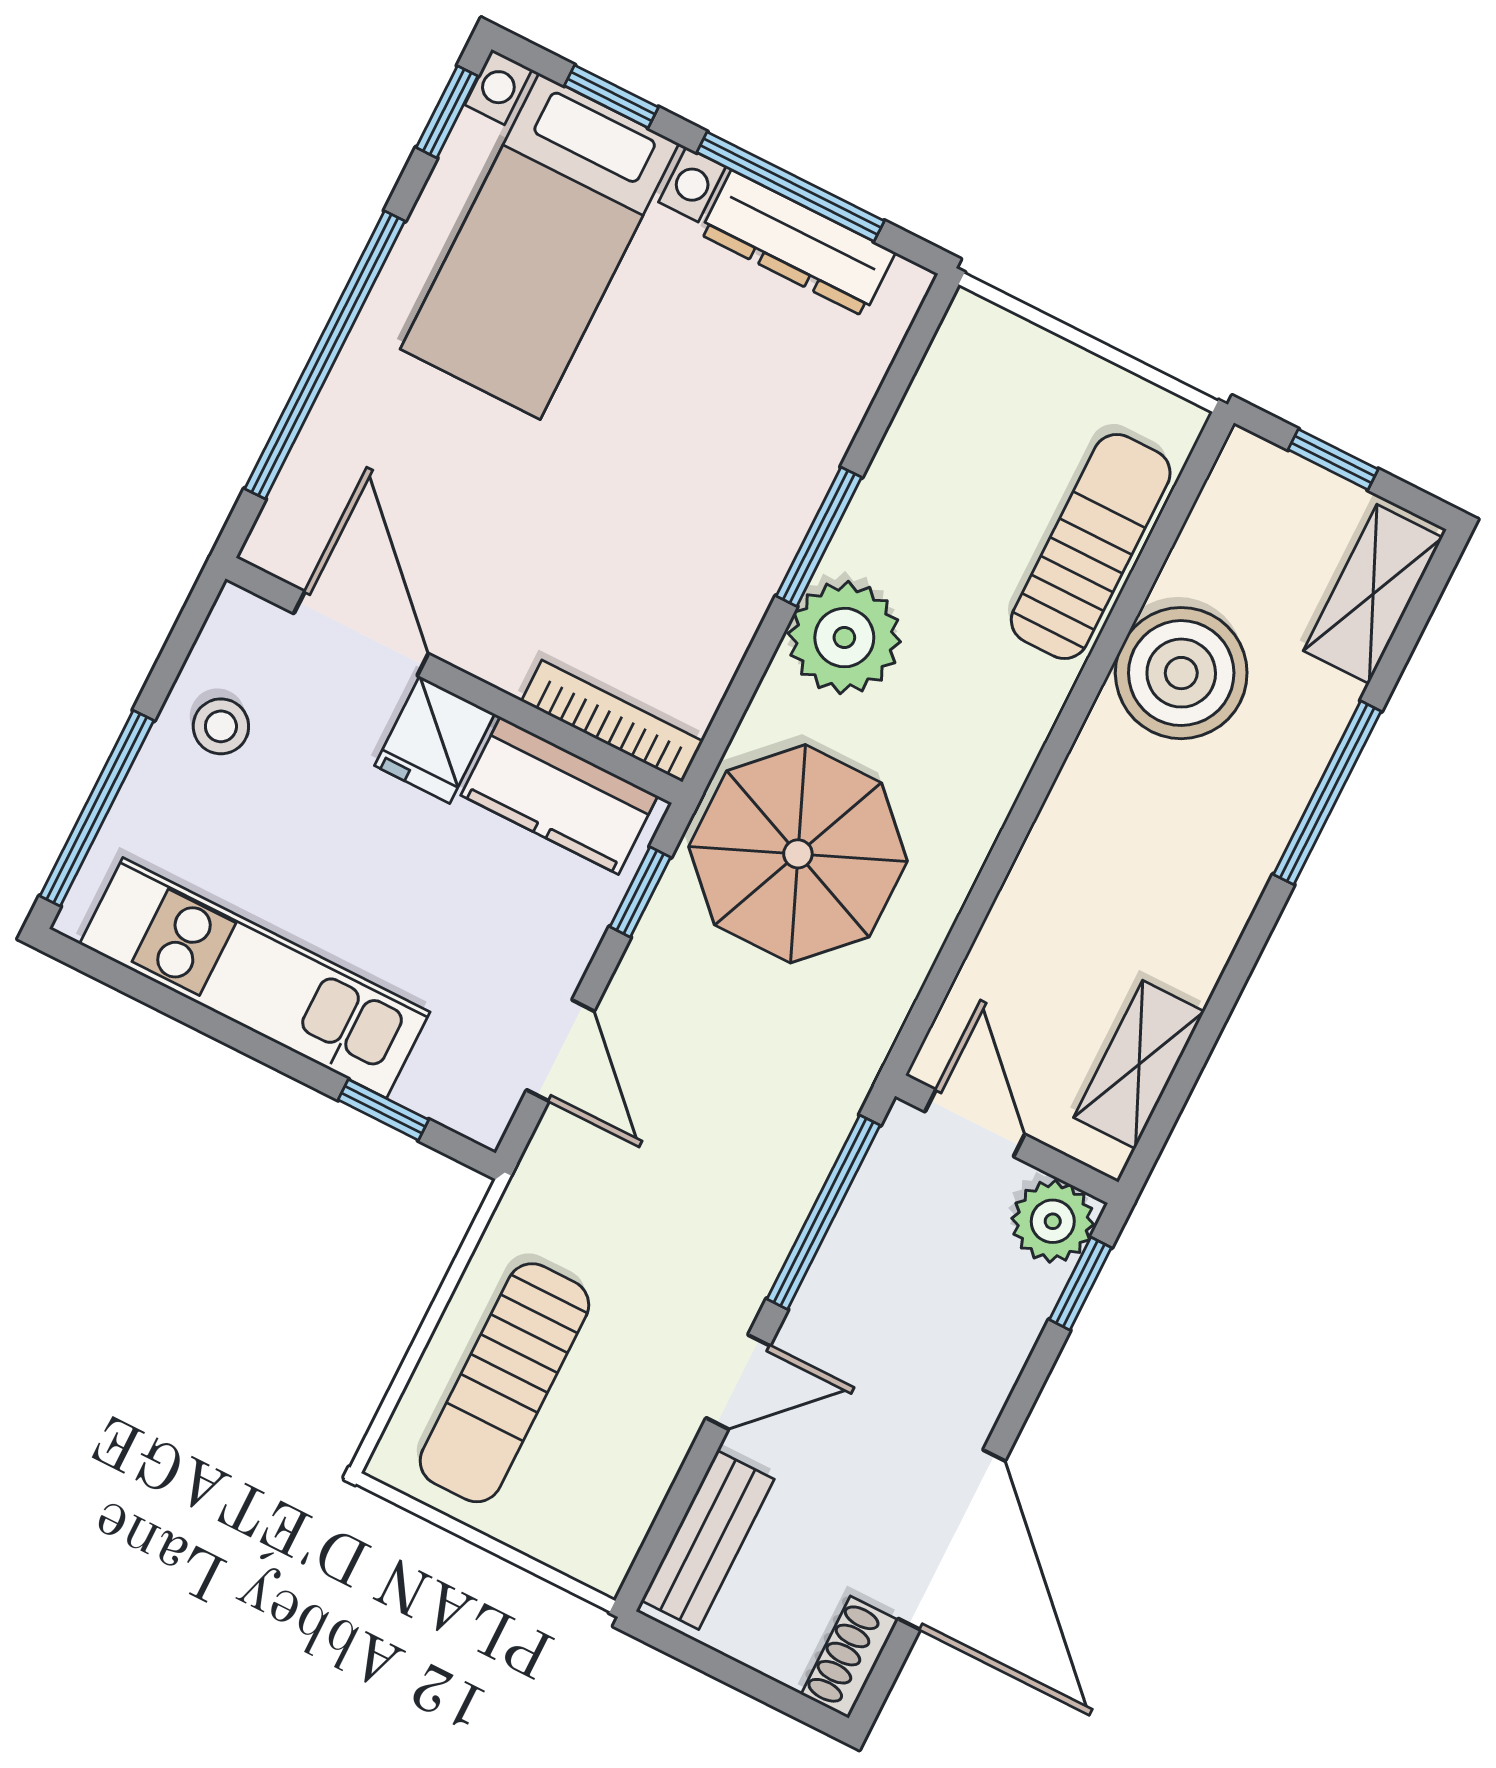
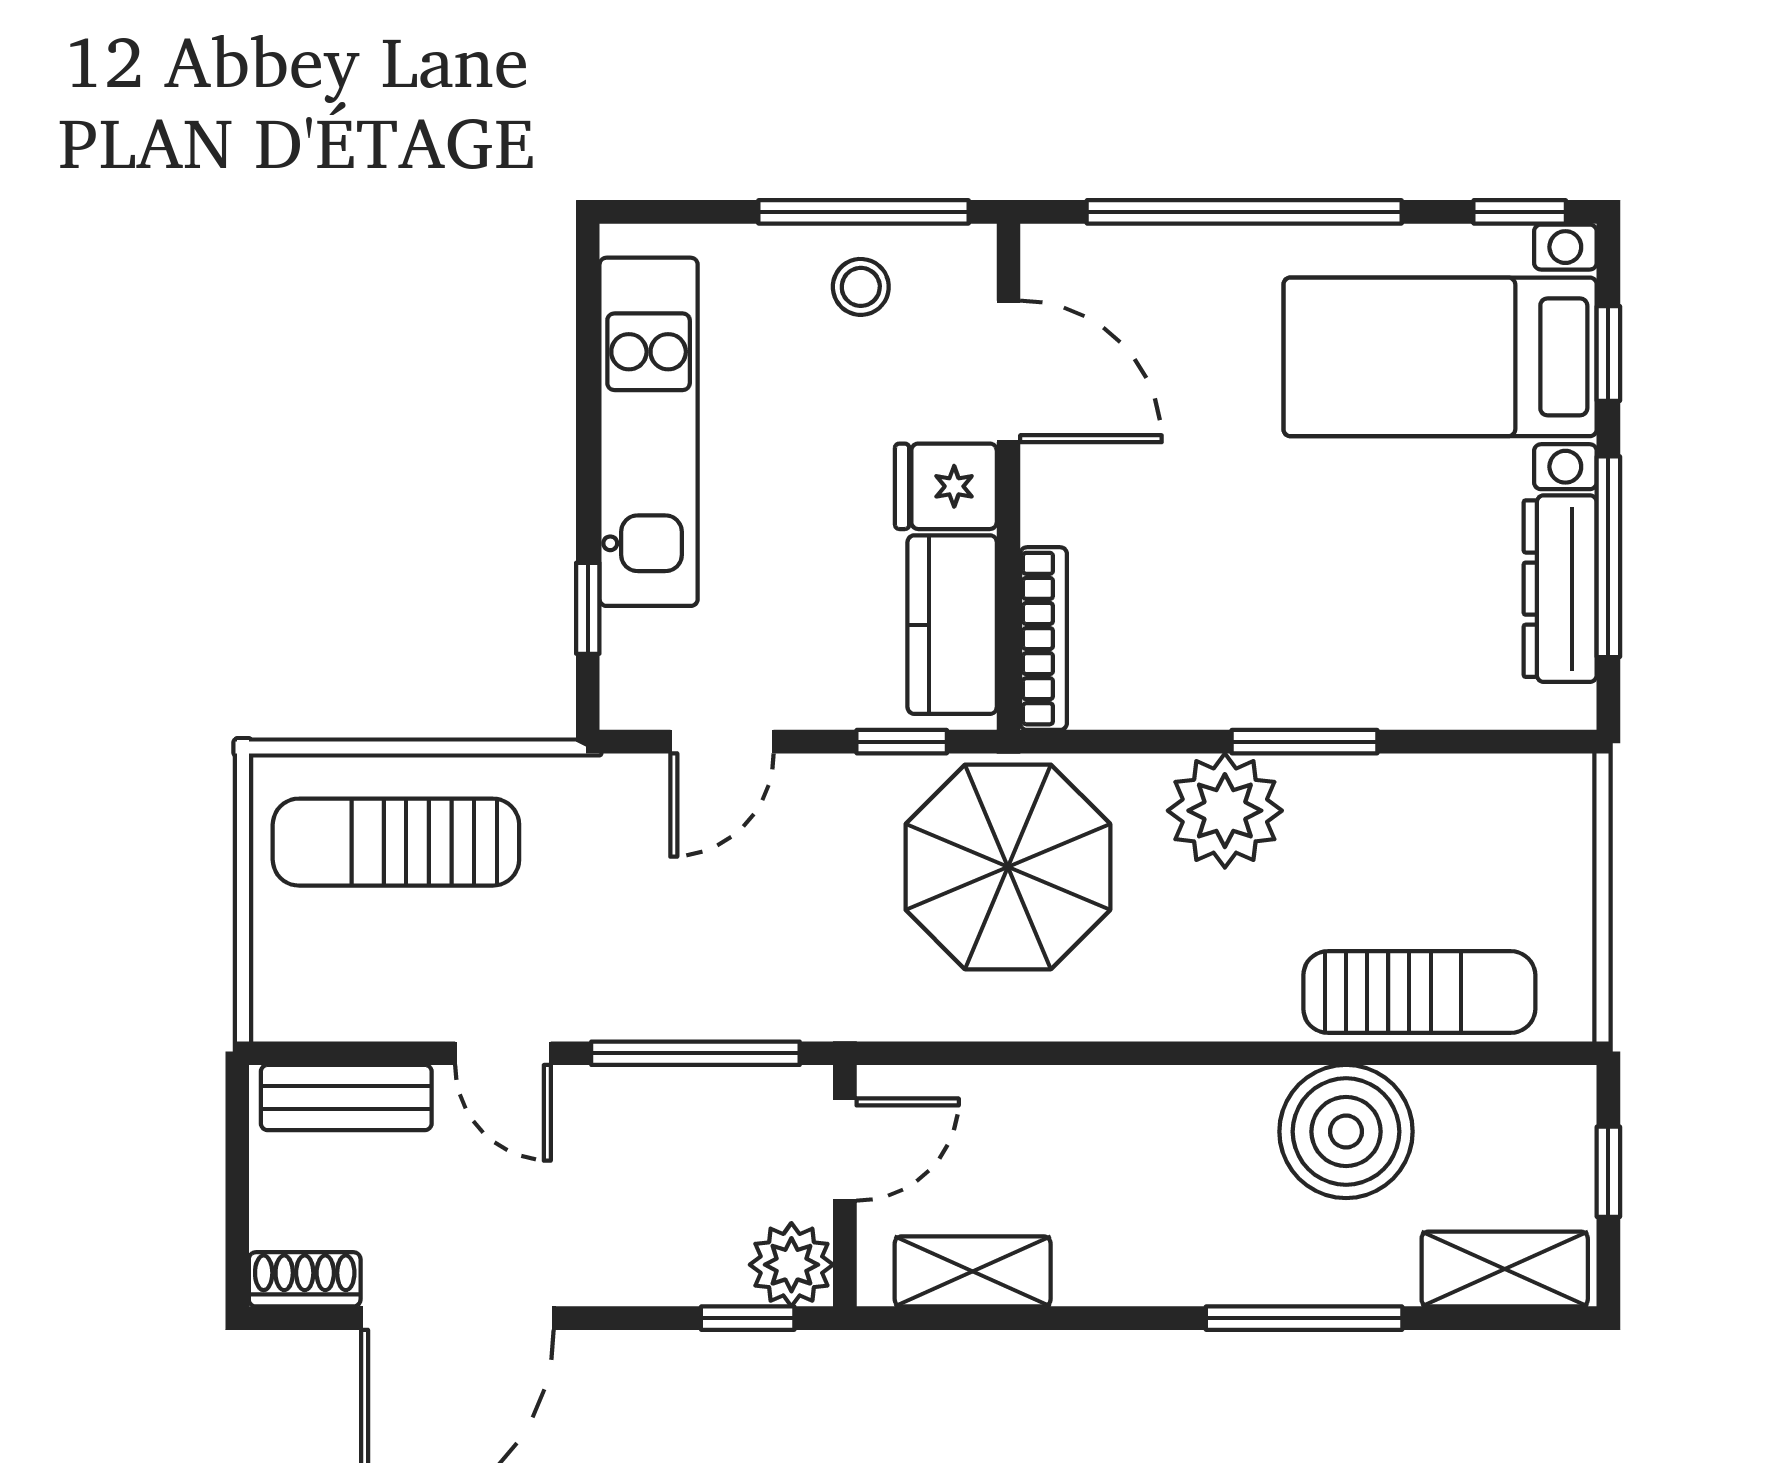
door: (361, 634) -> (1008, 371), hinge flipped
window: (97, 808) -> (864, 212), moved

